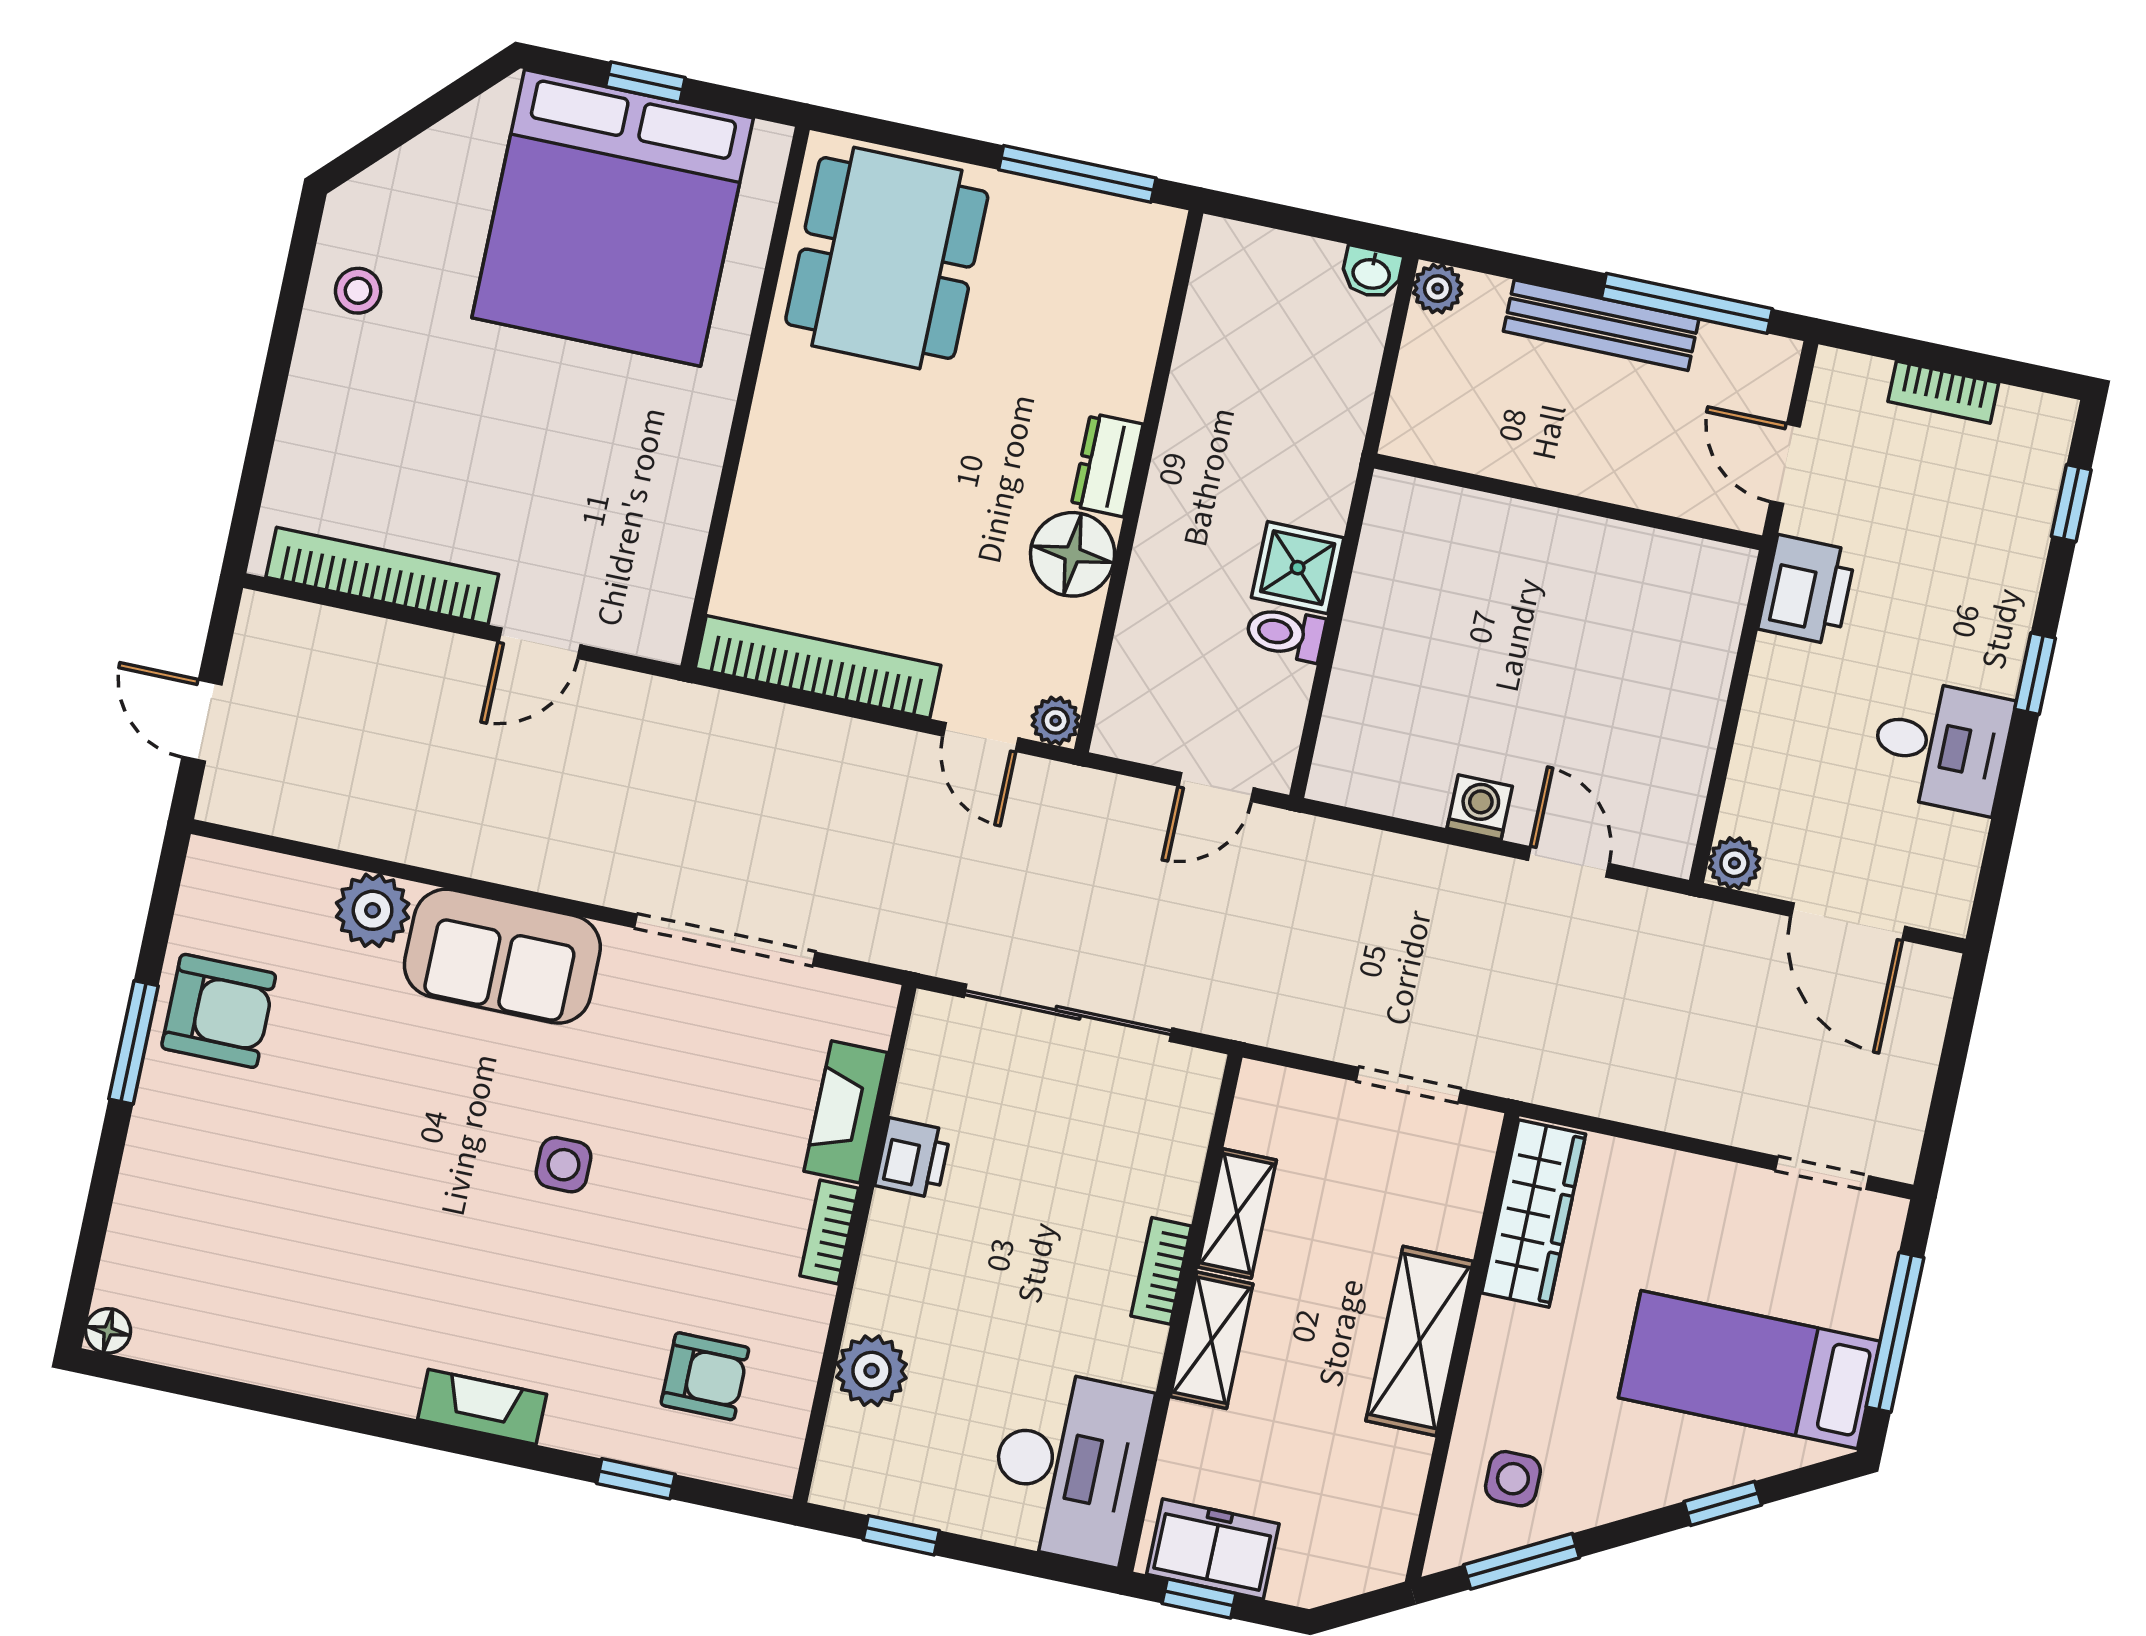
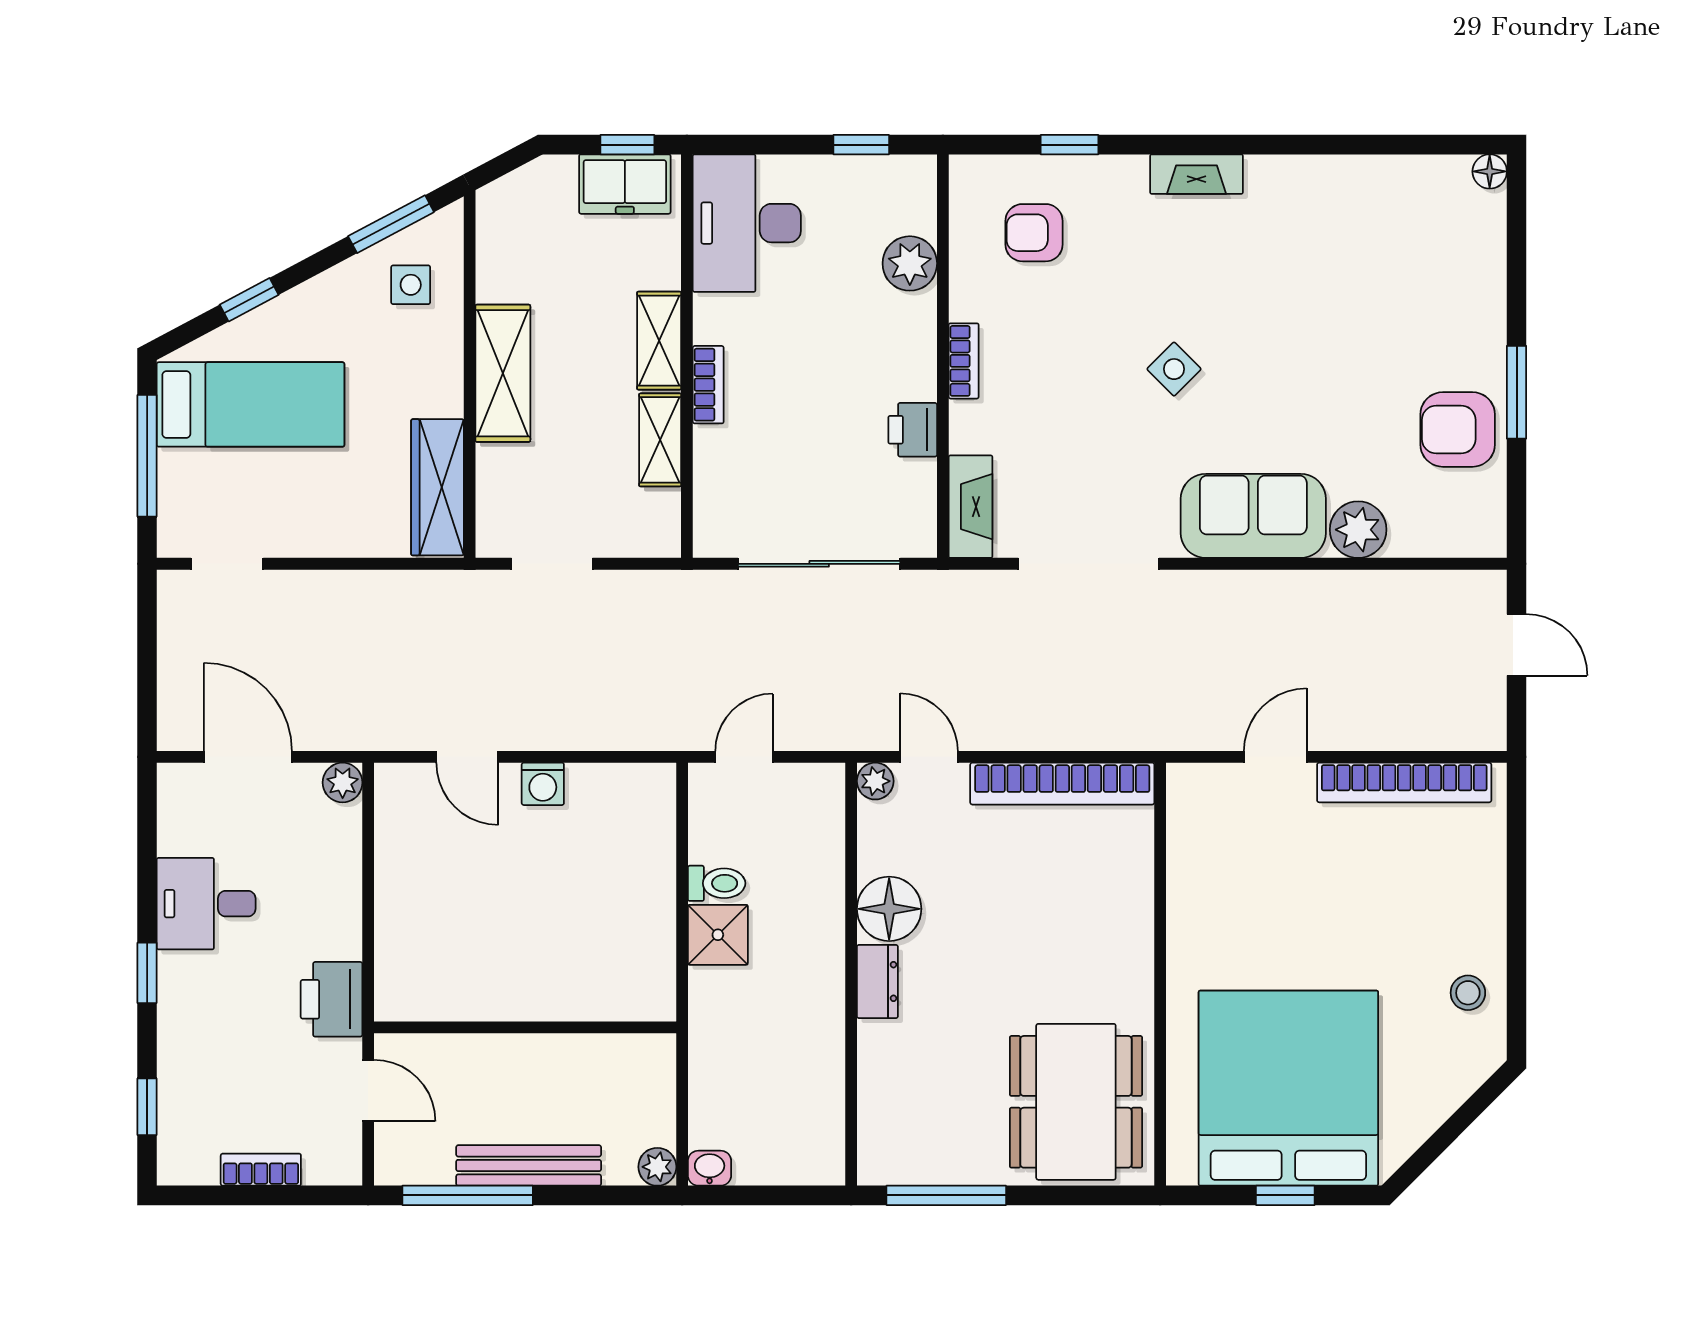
fireplace: (846, 1112) -> (971, 507), moved
side table: (564, 1165) -> (1174, 369), turned 45

